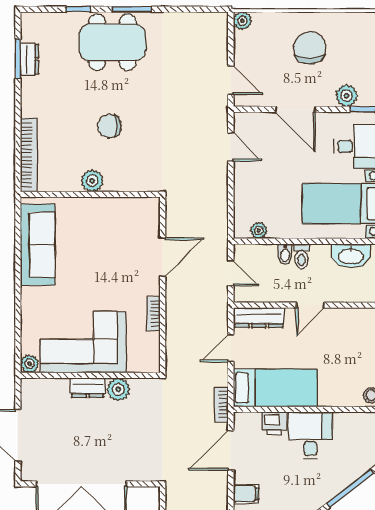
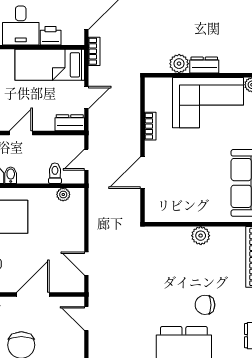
door: (296, 109) -> (33, 294), hinge flipped
chair: (109, 126) -> (205, 305), moved, turned 180
bidet: (285, 254) -> (11, 175), moved
toilet: (301, 256) -> (55, 173), moved
door: (231, 273) -> (86, 160), hinge flipped
dresser: (259, 318) -> (70, 123), width x0.70

